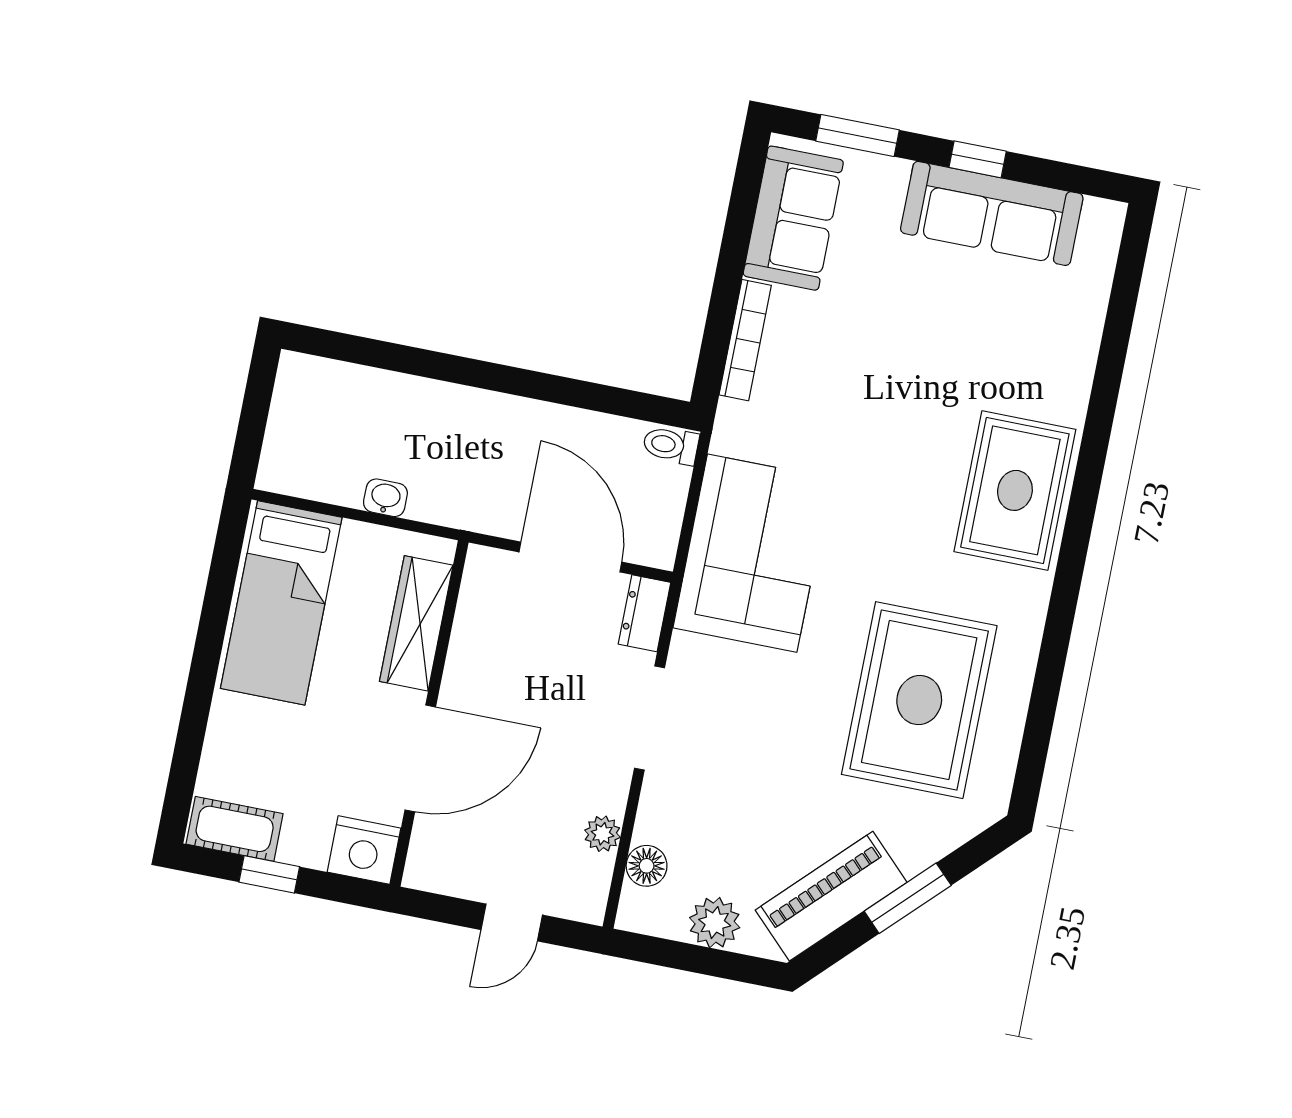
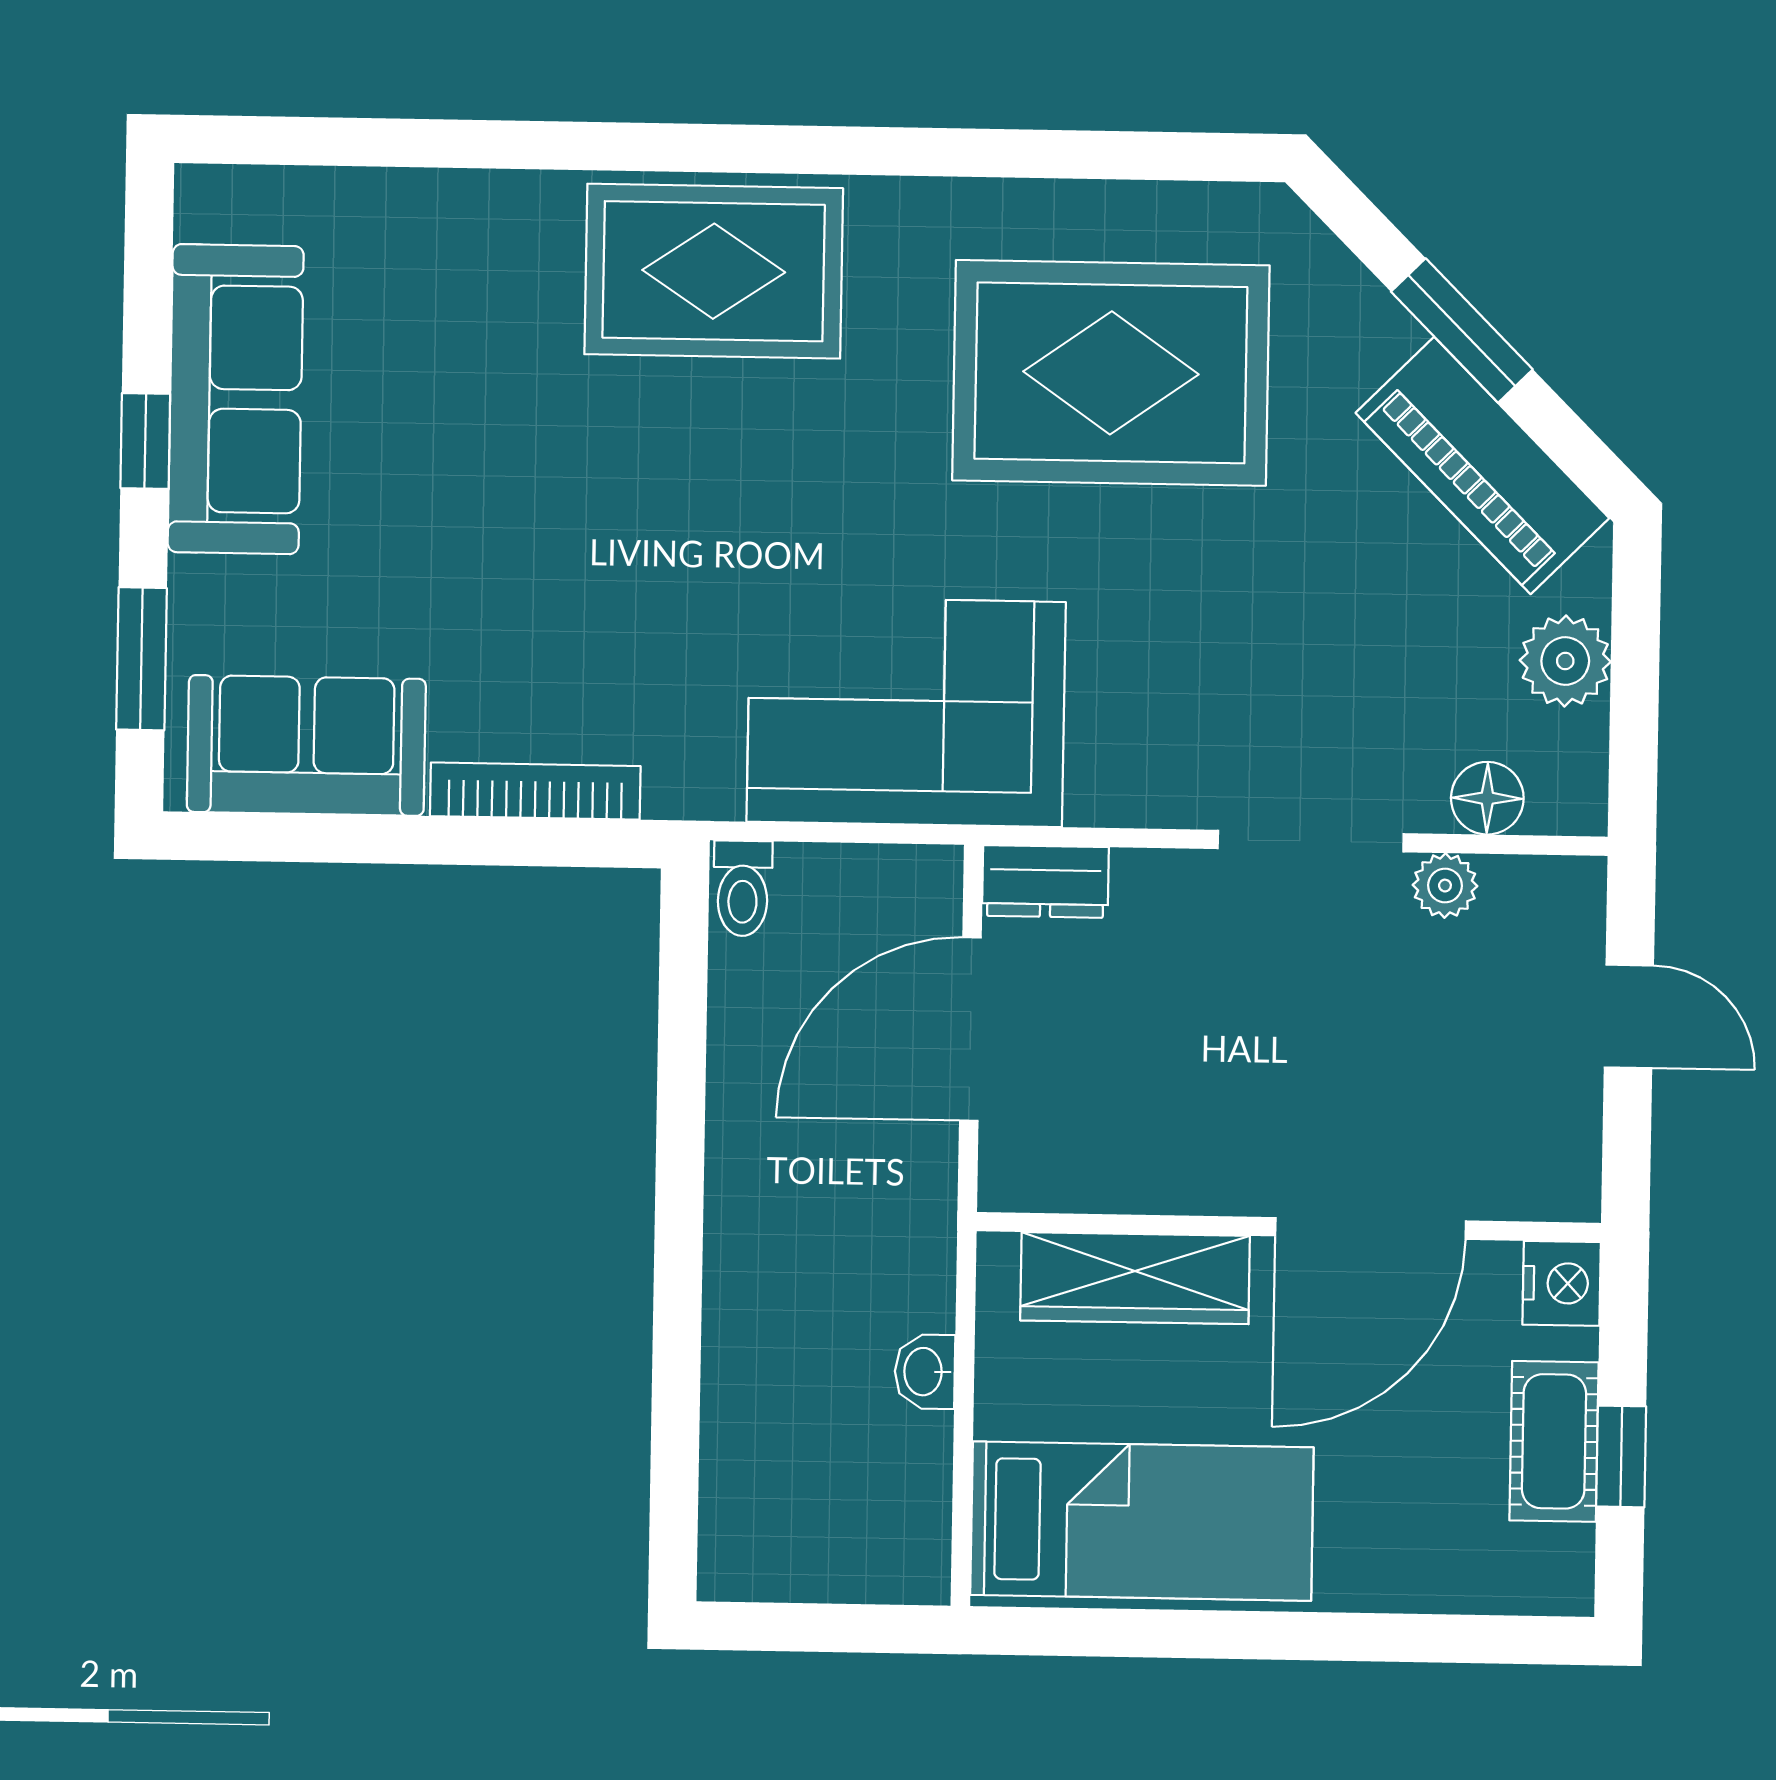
doorway: (649, 718) -> (1311, 841), moved
door: (420, 758) -> (1371, 1228), swing flipped
cot: (235, 829) -> (1554, 1441), moved
nightstand: (364, 850) -> (1562, 1283), width x0.74, depth x0.75

